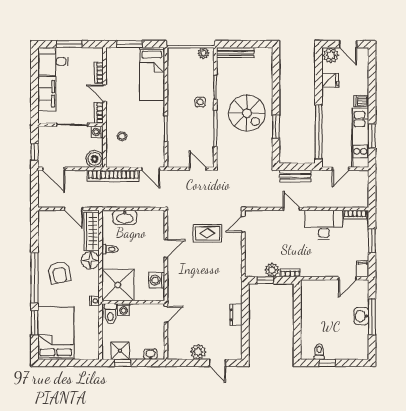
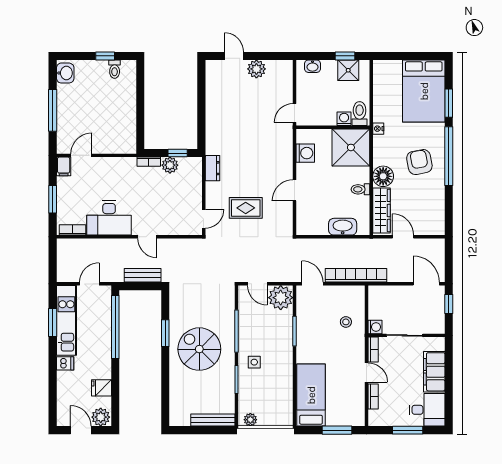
plant: (178, 157) -> (281, 298), added
boiler: (95, 159) -> (378, 295), removed
dresser: (236, 315) -> (212, 168), moved
washbasin: (361, 316) -> (65, 73), moved

